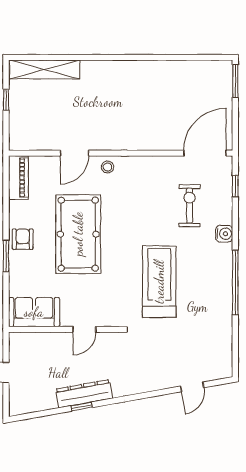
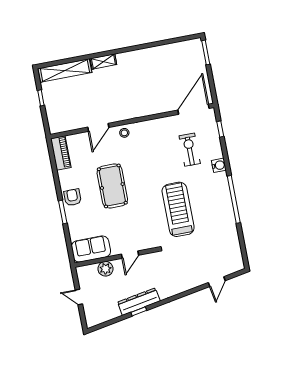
shelving: (98, 67) -> (103, 62), added
pool table: (78, 234) -> (112, 186), width x0.73, depth x0.76
plant: (48, 342) -> (105, 269), added

